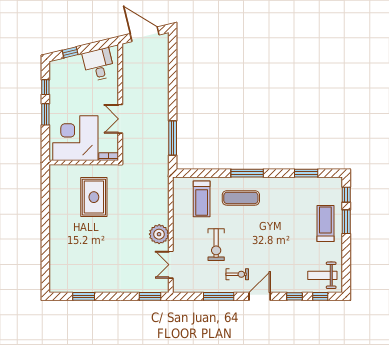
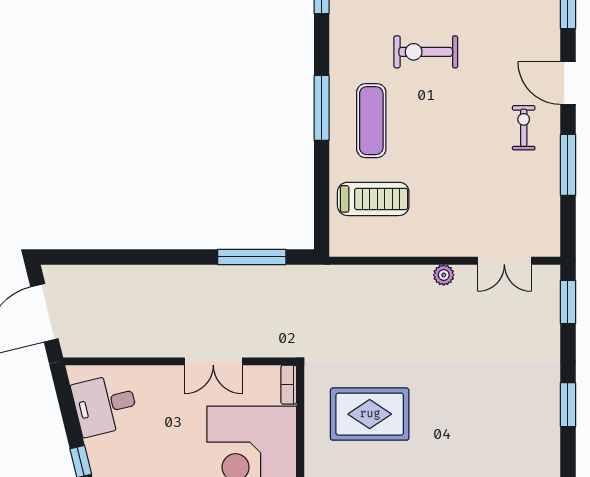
plant: (159, 234) -> (444, 275), width x0.53, depth x0.53
exercise bike: (216, 245) -> (426, 52), moved, turned 180
window: (84, 296) -> (568, 405), moved

